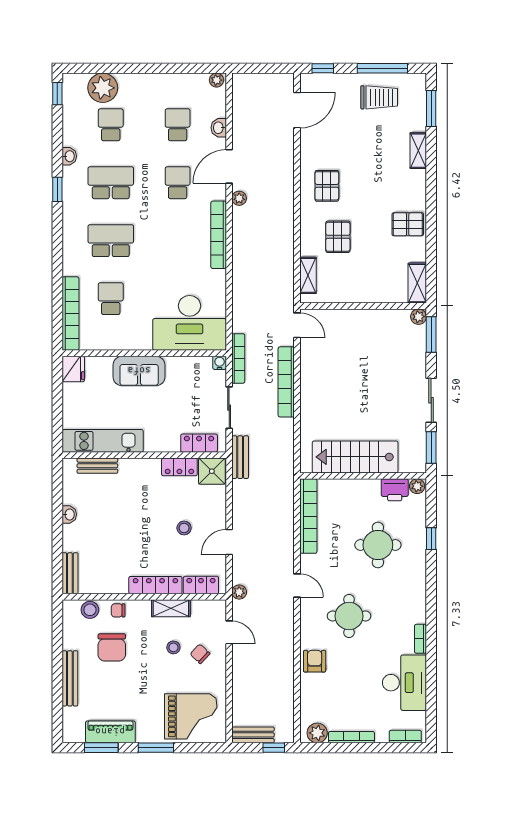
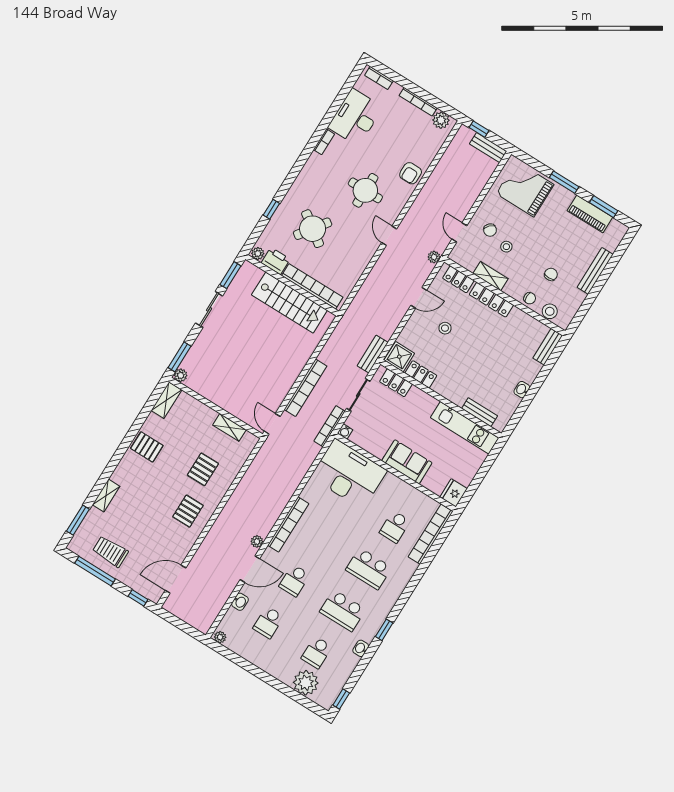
shelving: (308, 275) -> (229, 427), moved, turned 90
bookcase: (308, 516) -> (312, 286), moved, turned 90
round table: (378, 545) -> (313, 229), turned 36
chair: (112, 647) -> (551, 274), width x0.54, depth x0.54

